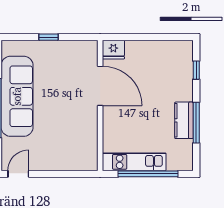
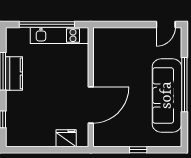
fridge: (113, 50) -> (66, 138), moved
door: (100, 86) -> (91, 105), swing flipped

